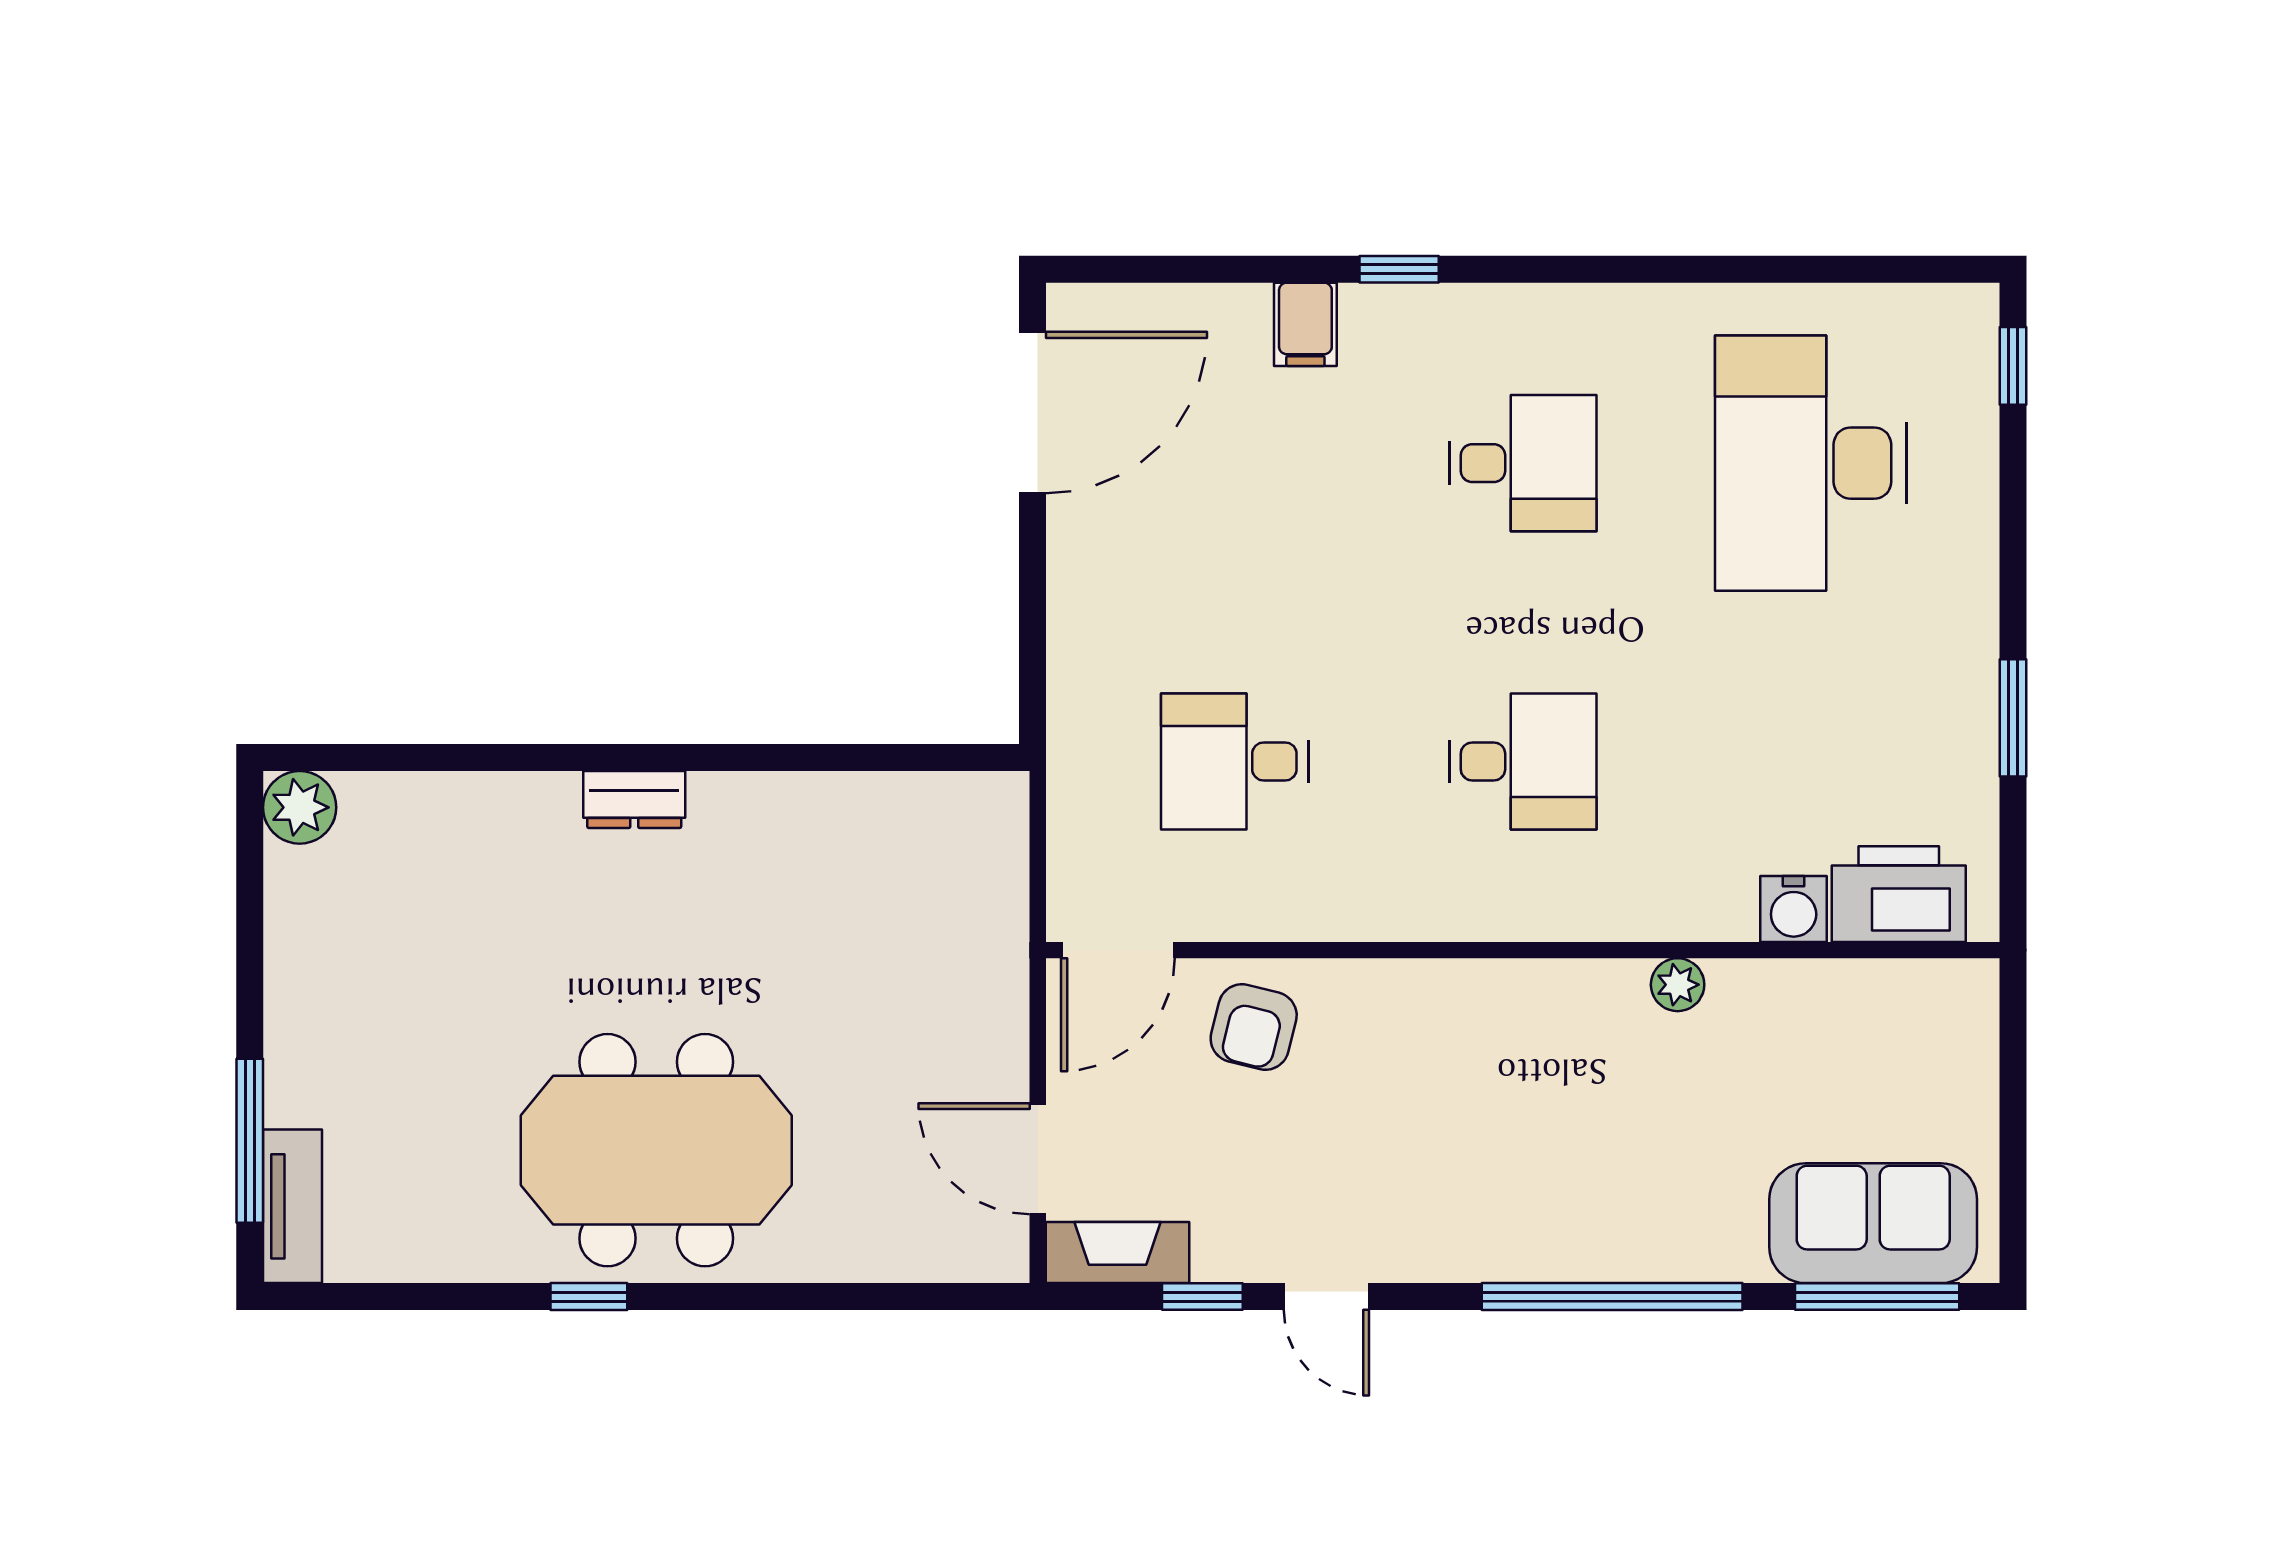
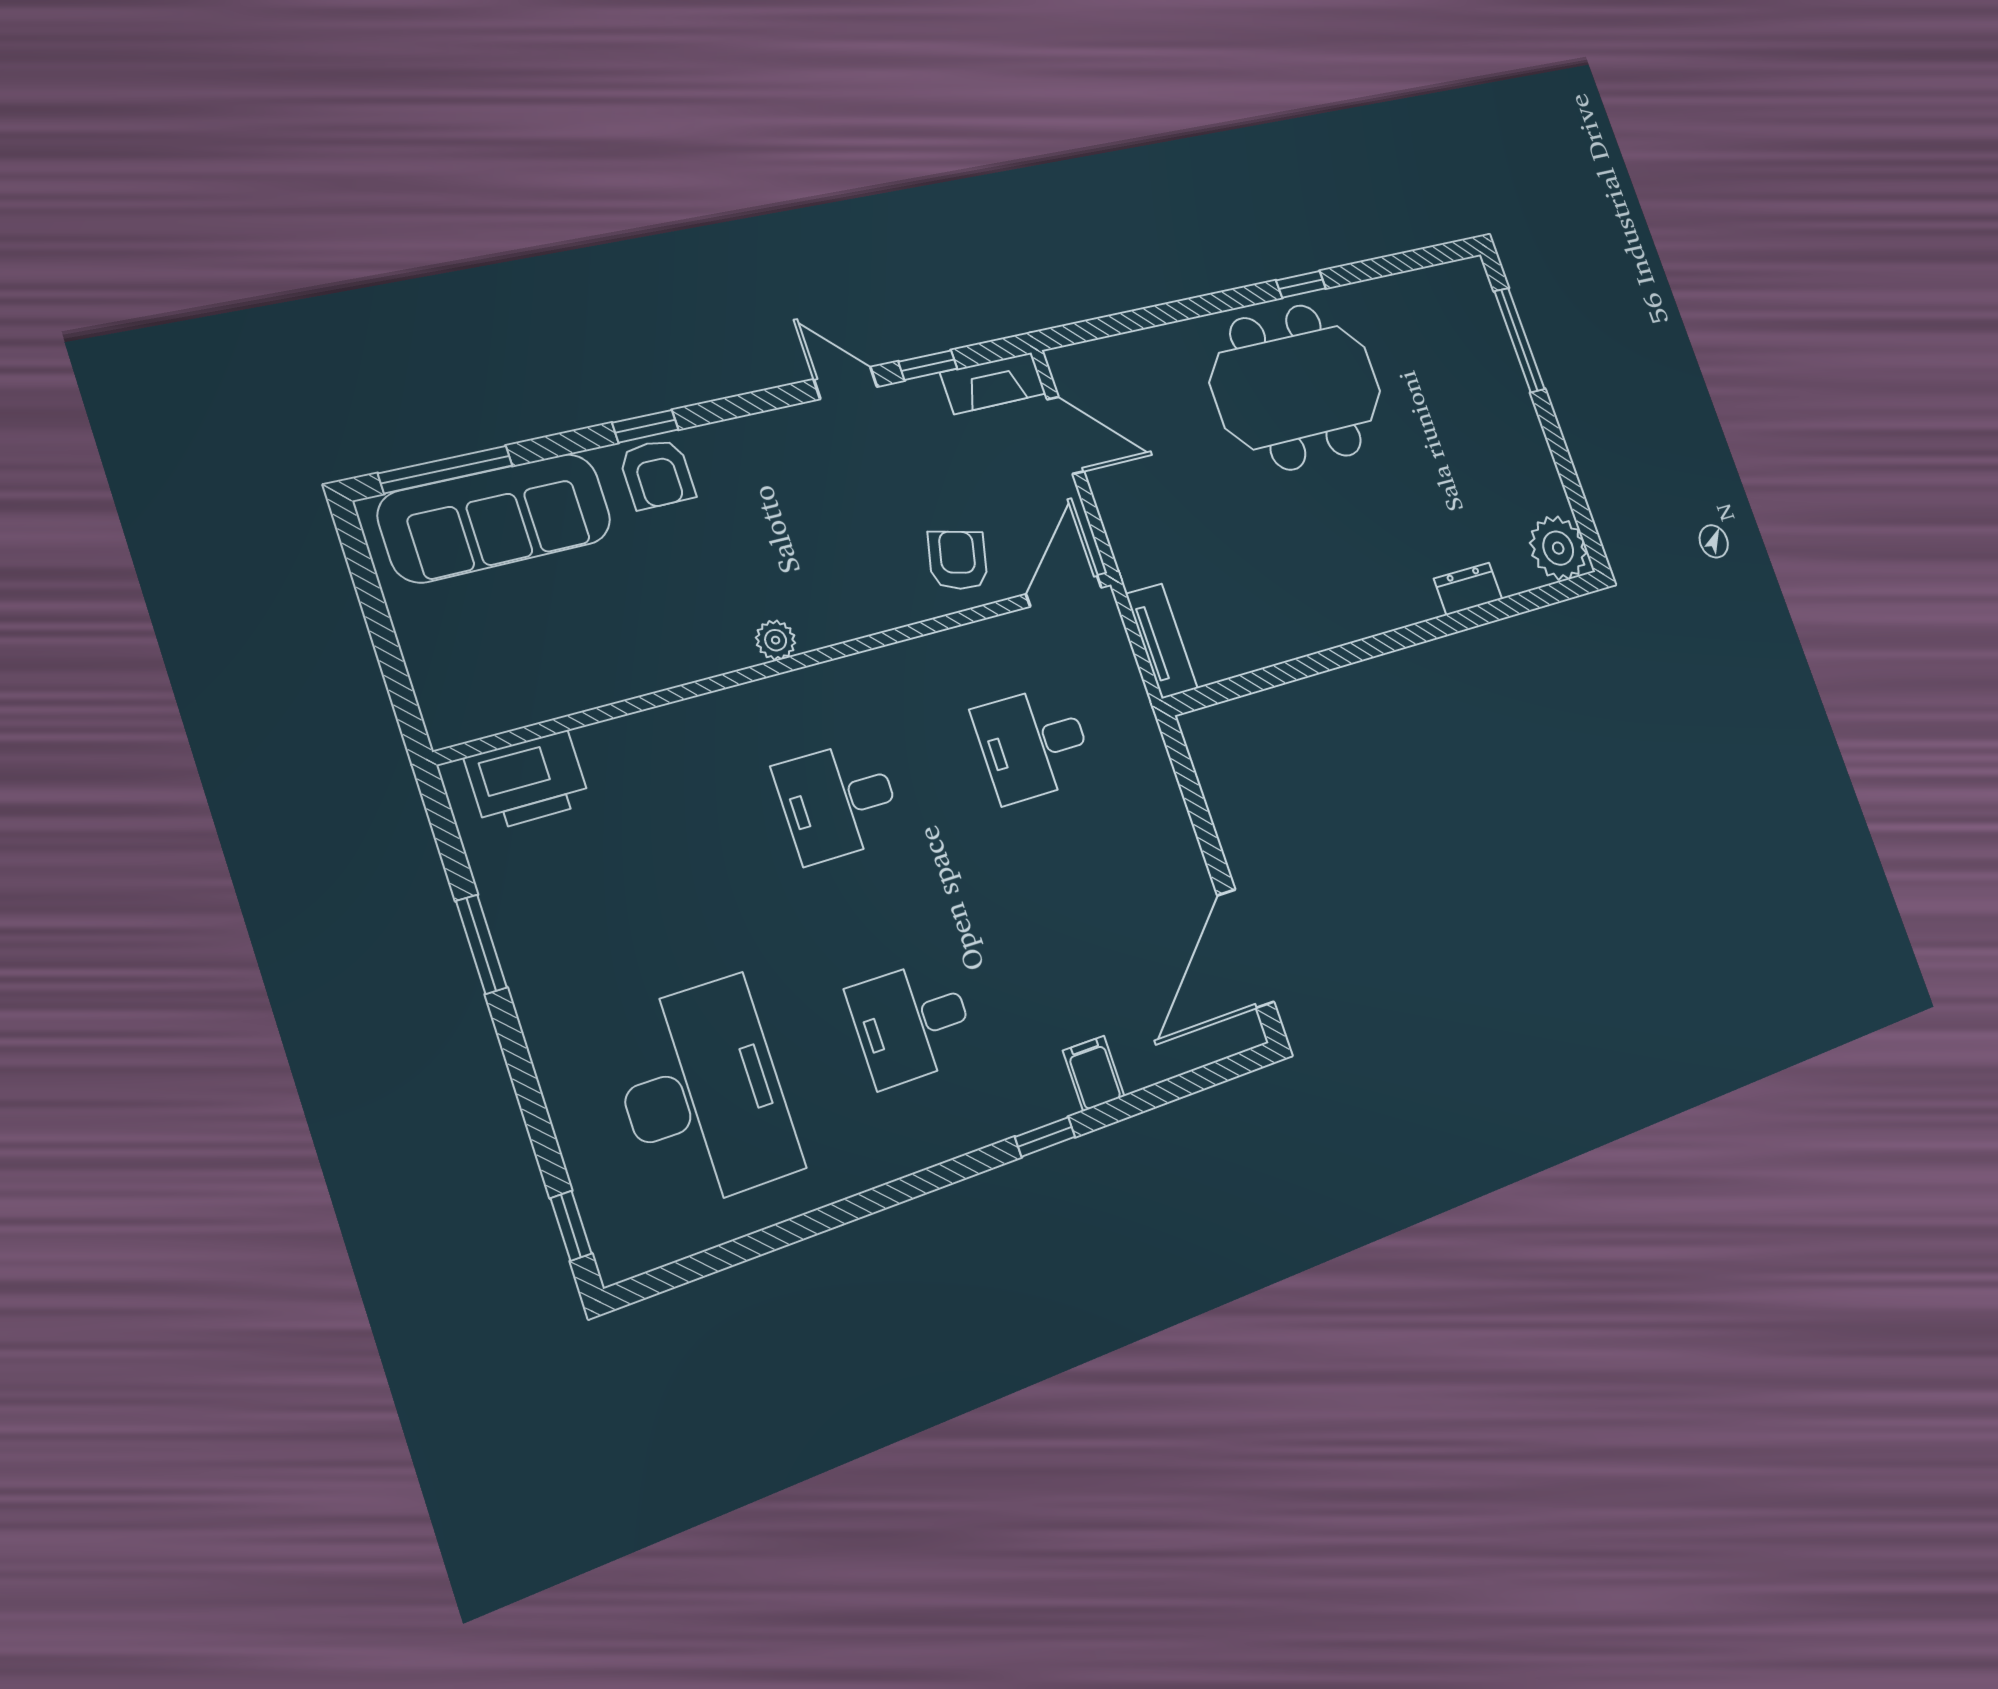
desk: (1235, 761) -> (1034, 744), turned 180
dresser: (634, 799) -> (1468, 589), moved
plant: (300, 807) -> (1558, 548), width x1.36, depth x1.36
water cooler: (1794, 909) -> (605, 747), removed
plant: (1678, 985) -> (776, 640), moved
tv unit: (293, 1206) -> (1162, 641), moved, turned 180
sofa: (1873, 1223) -> (496, 518), width x1.36
armchair: (1617, 1232) -> (657, 474), added
window: (1612, 1297) -> (645, 426), width x0.32

